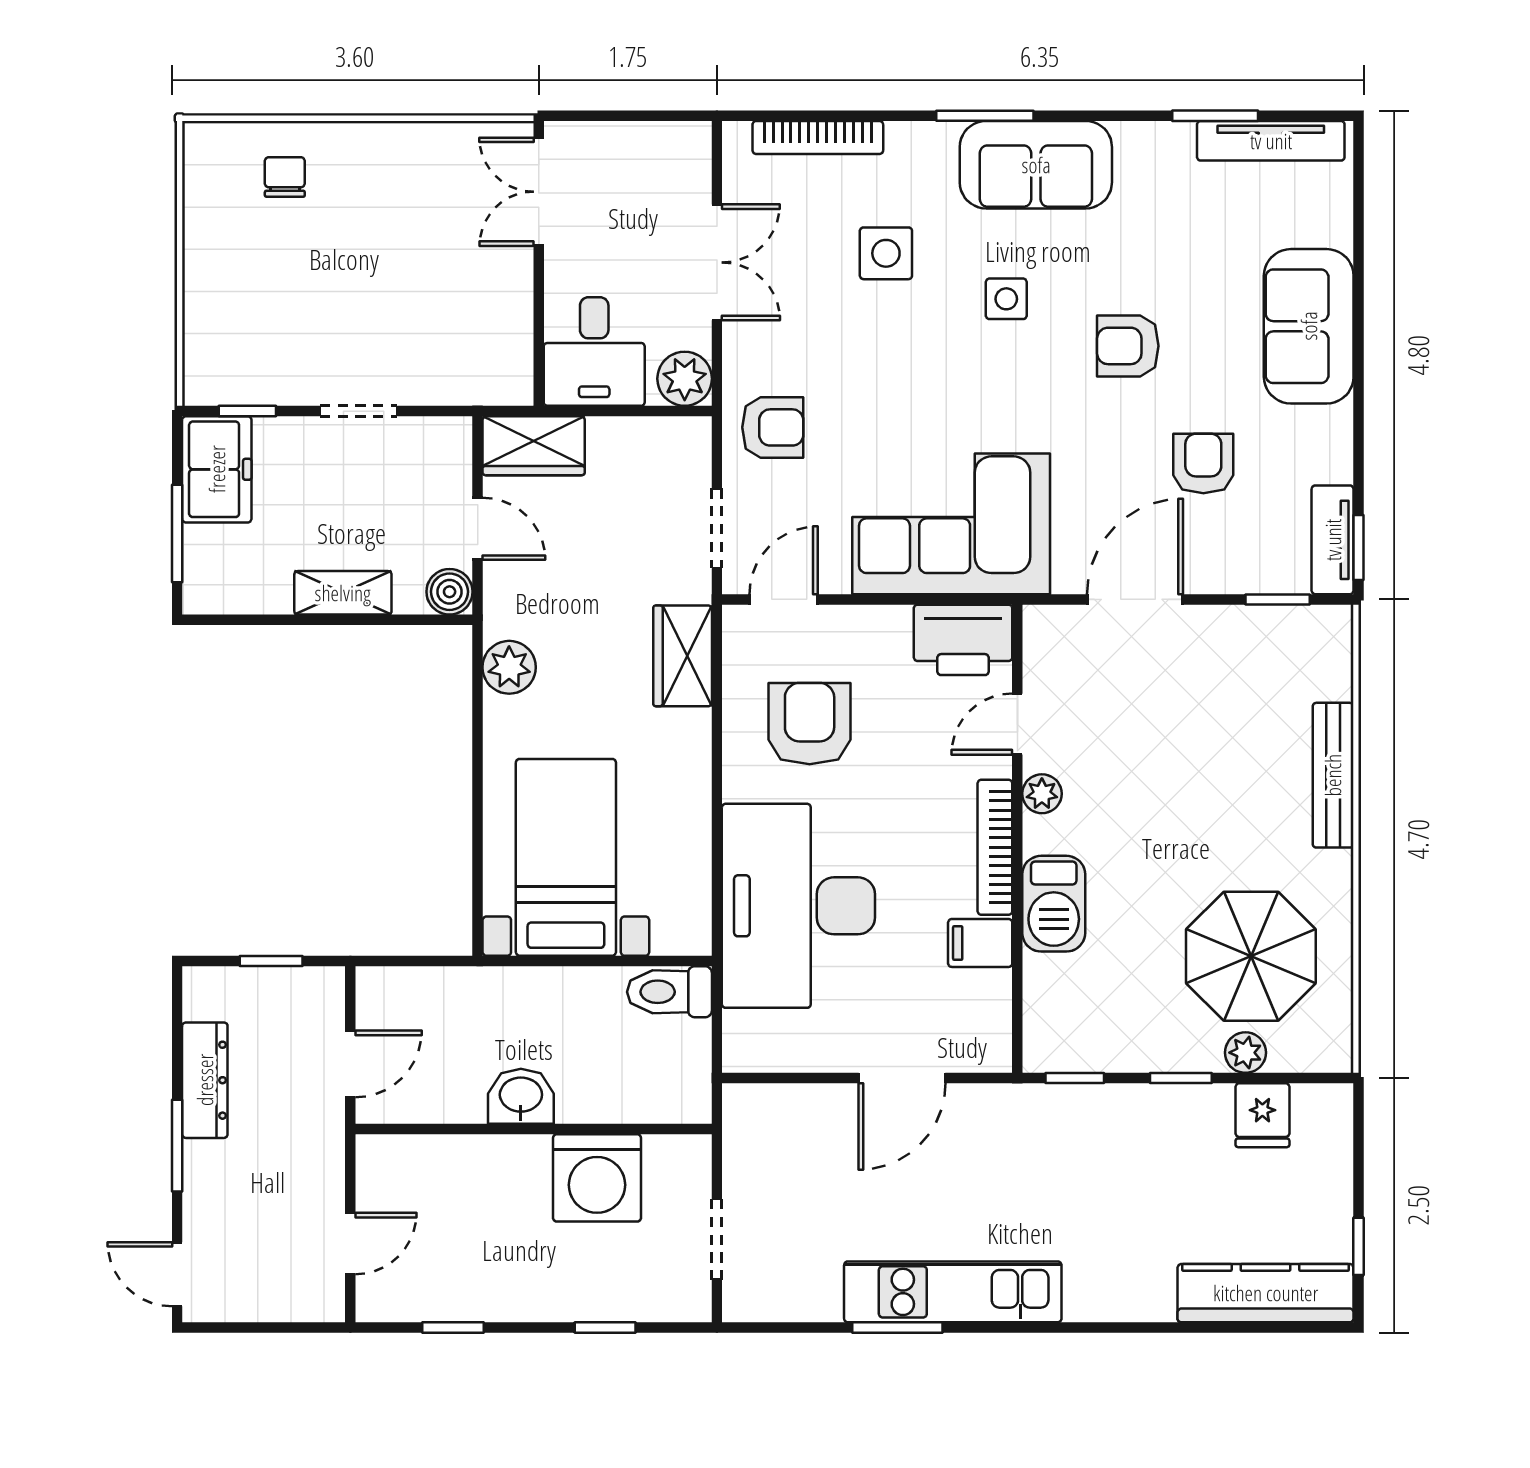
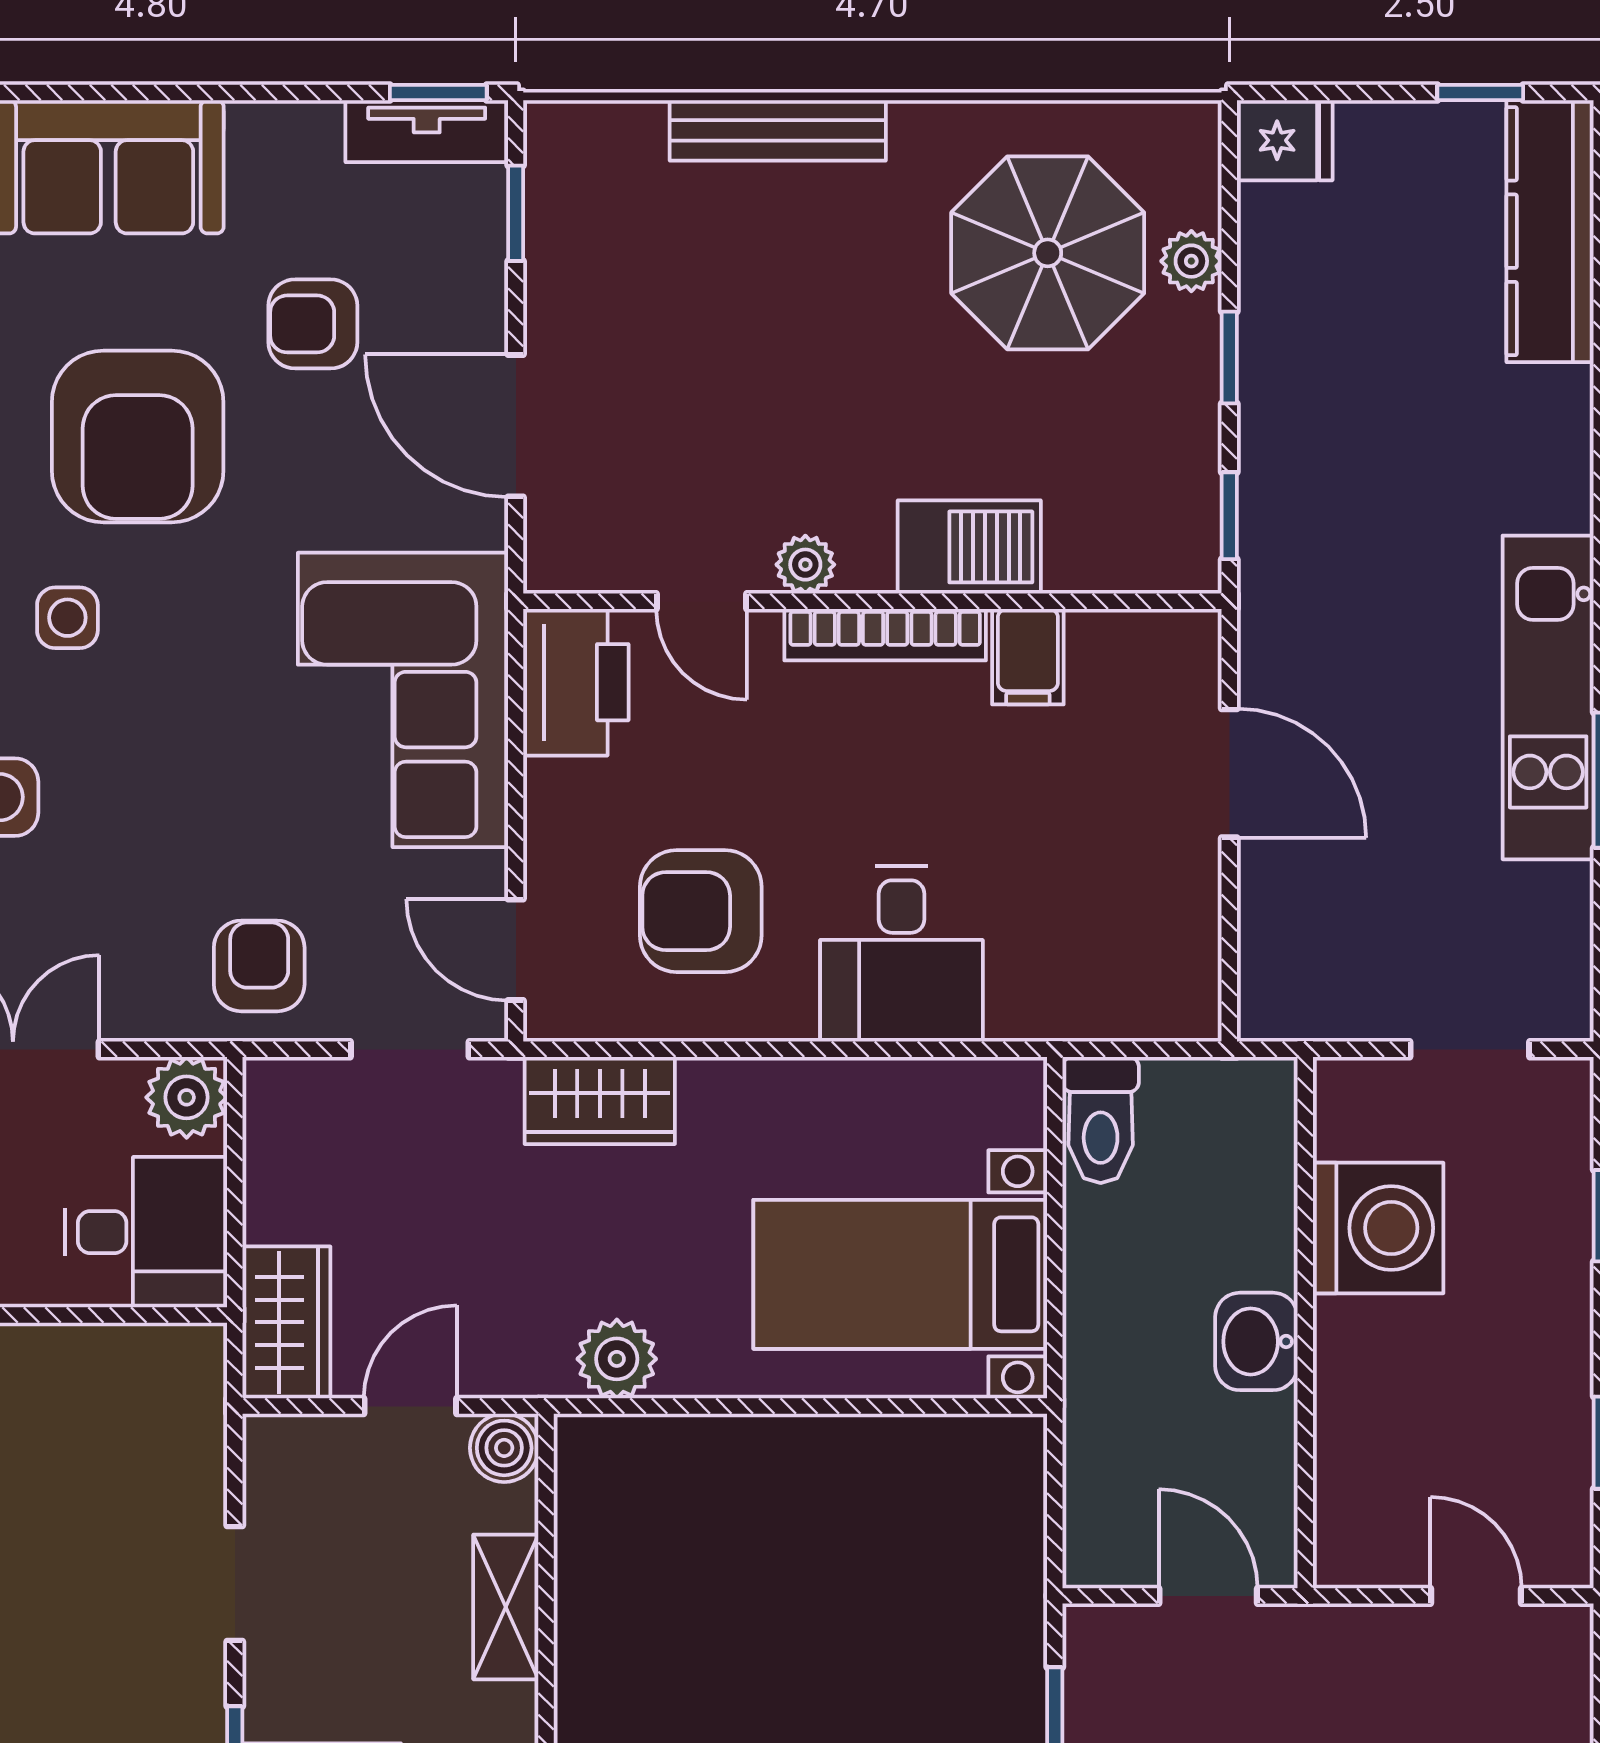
armchair: (1128, 346) -> (138, 436), width x1.88, depth x1.88
desk: (798, 906) -> (901, 954), width x0.53, depth x0.77
fridge: (1262, 1115) -> (1285, 140), moved

